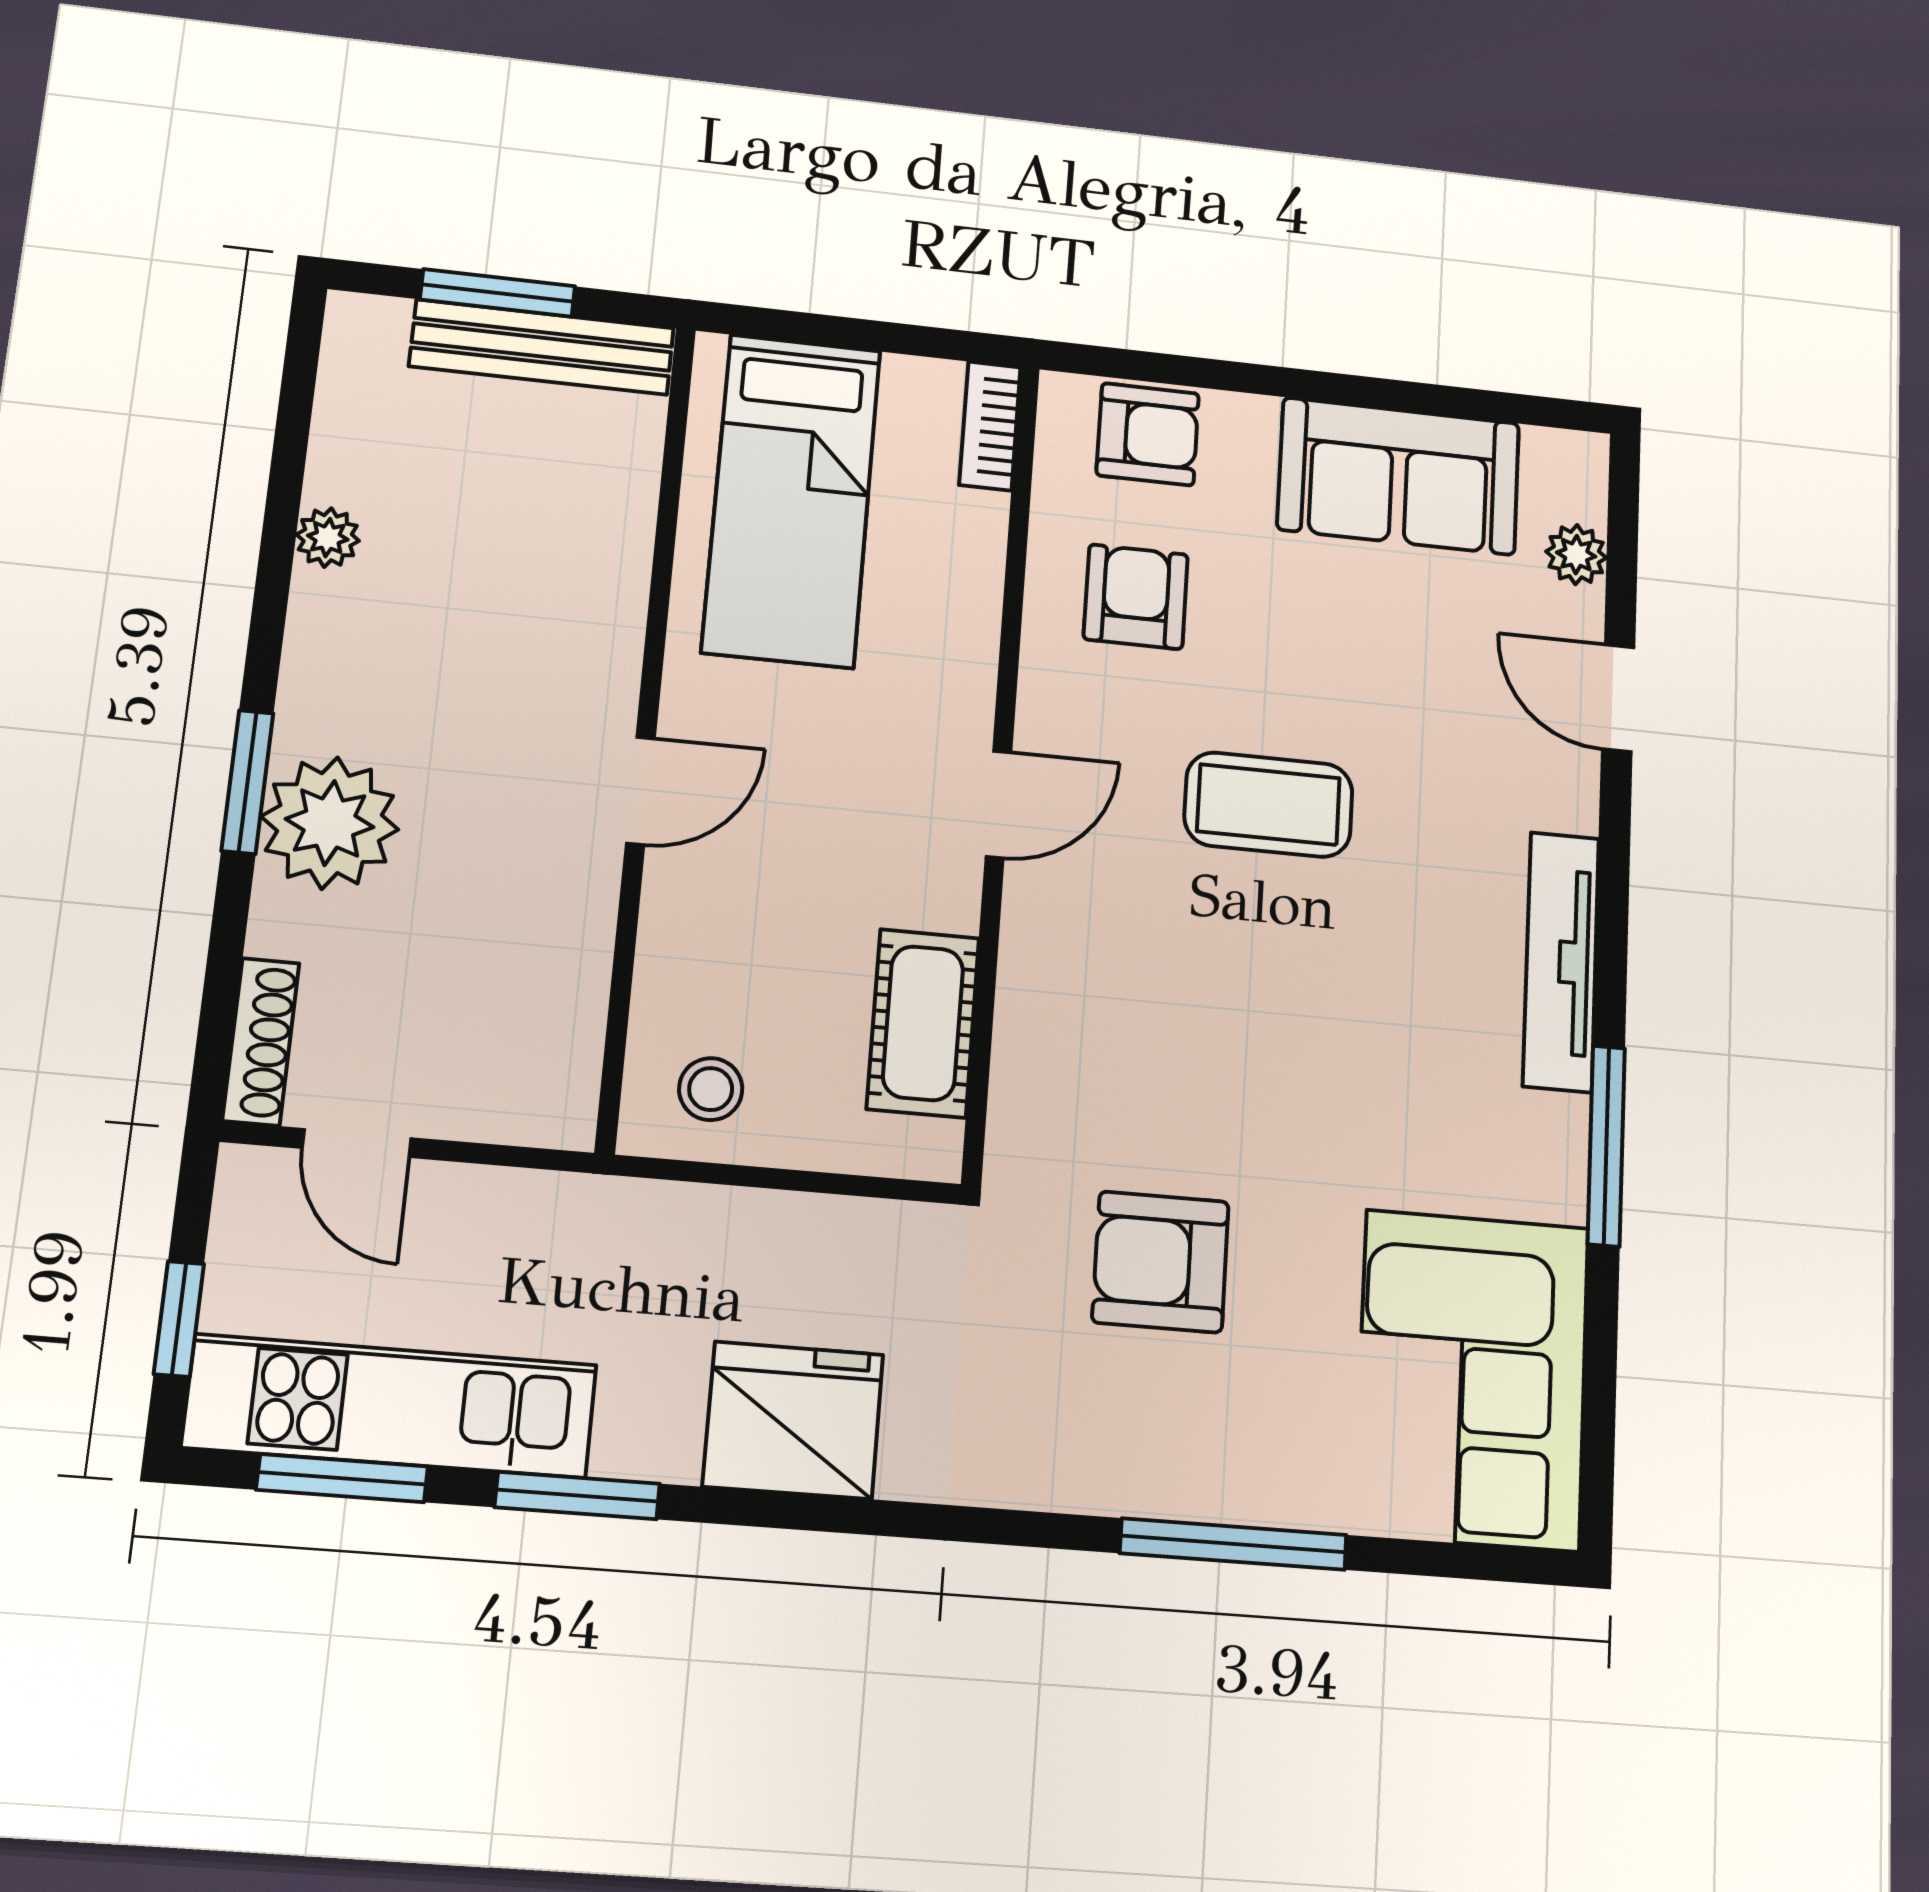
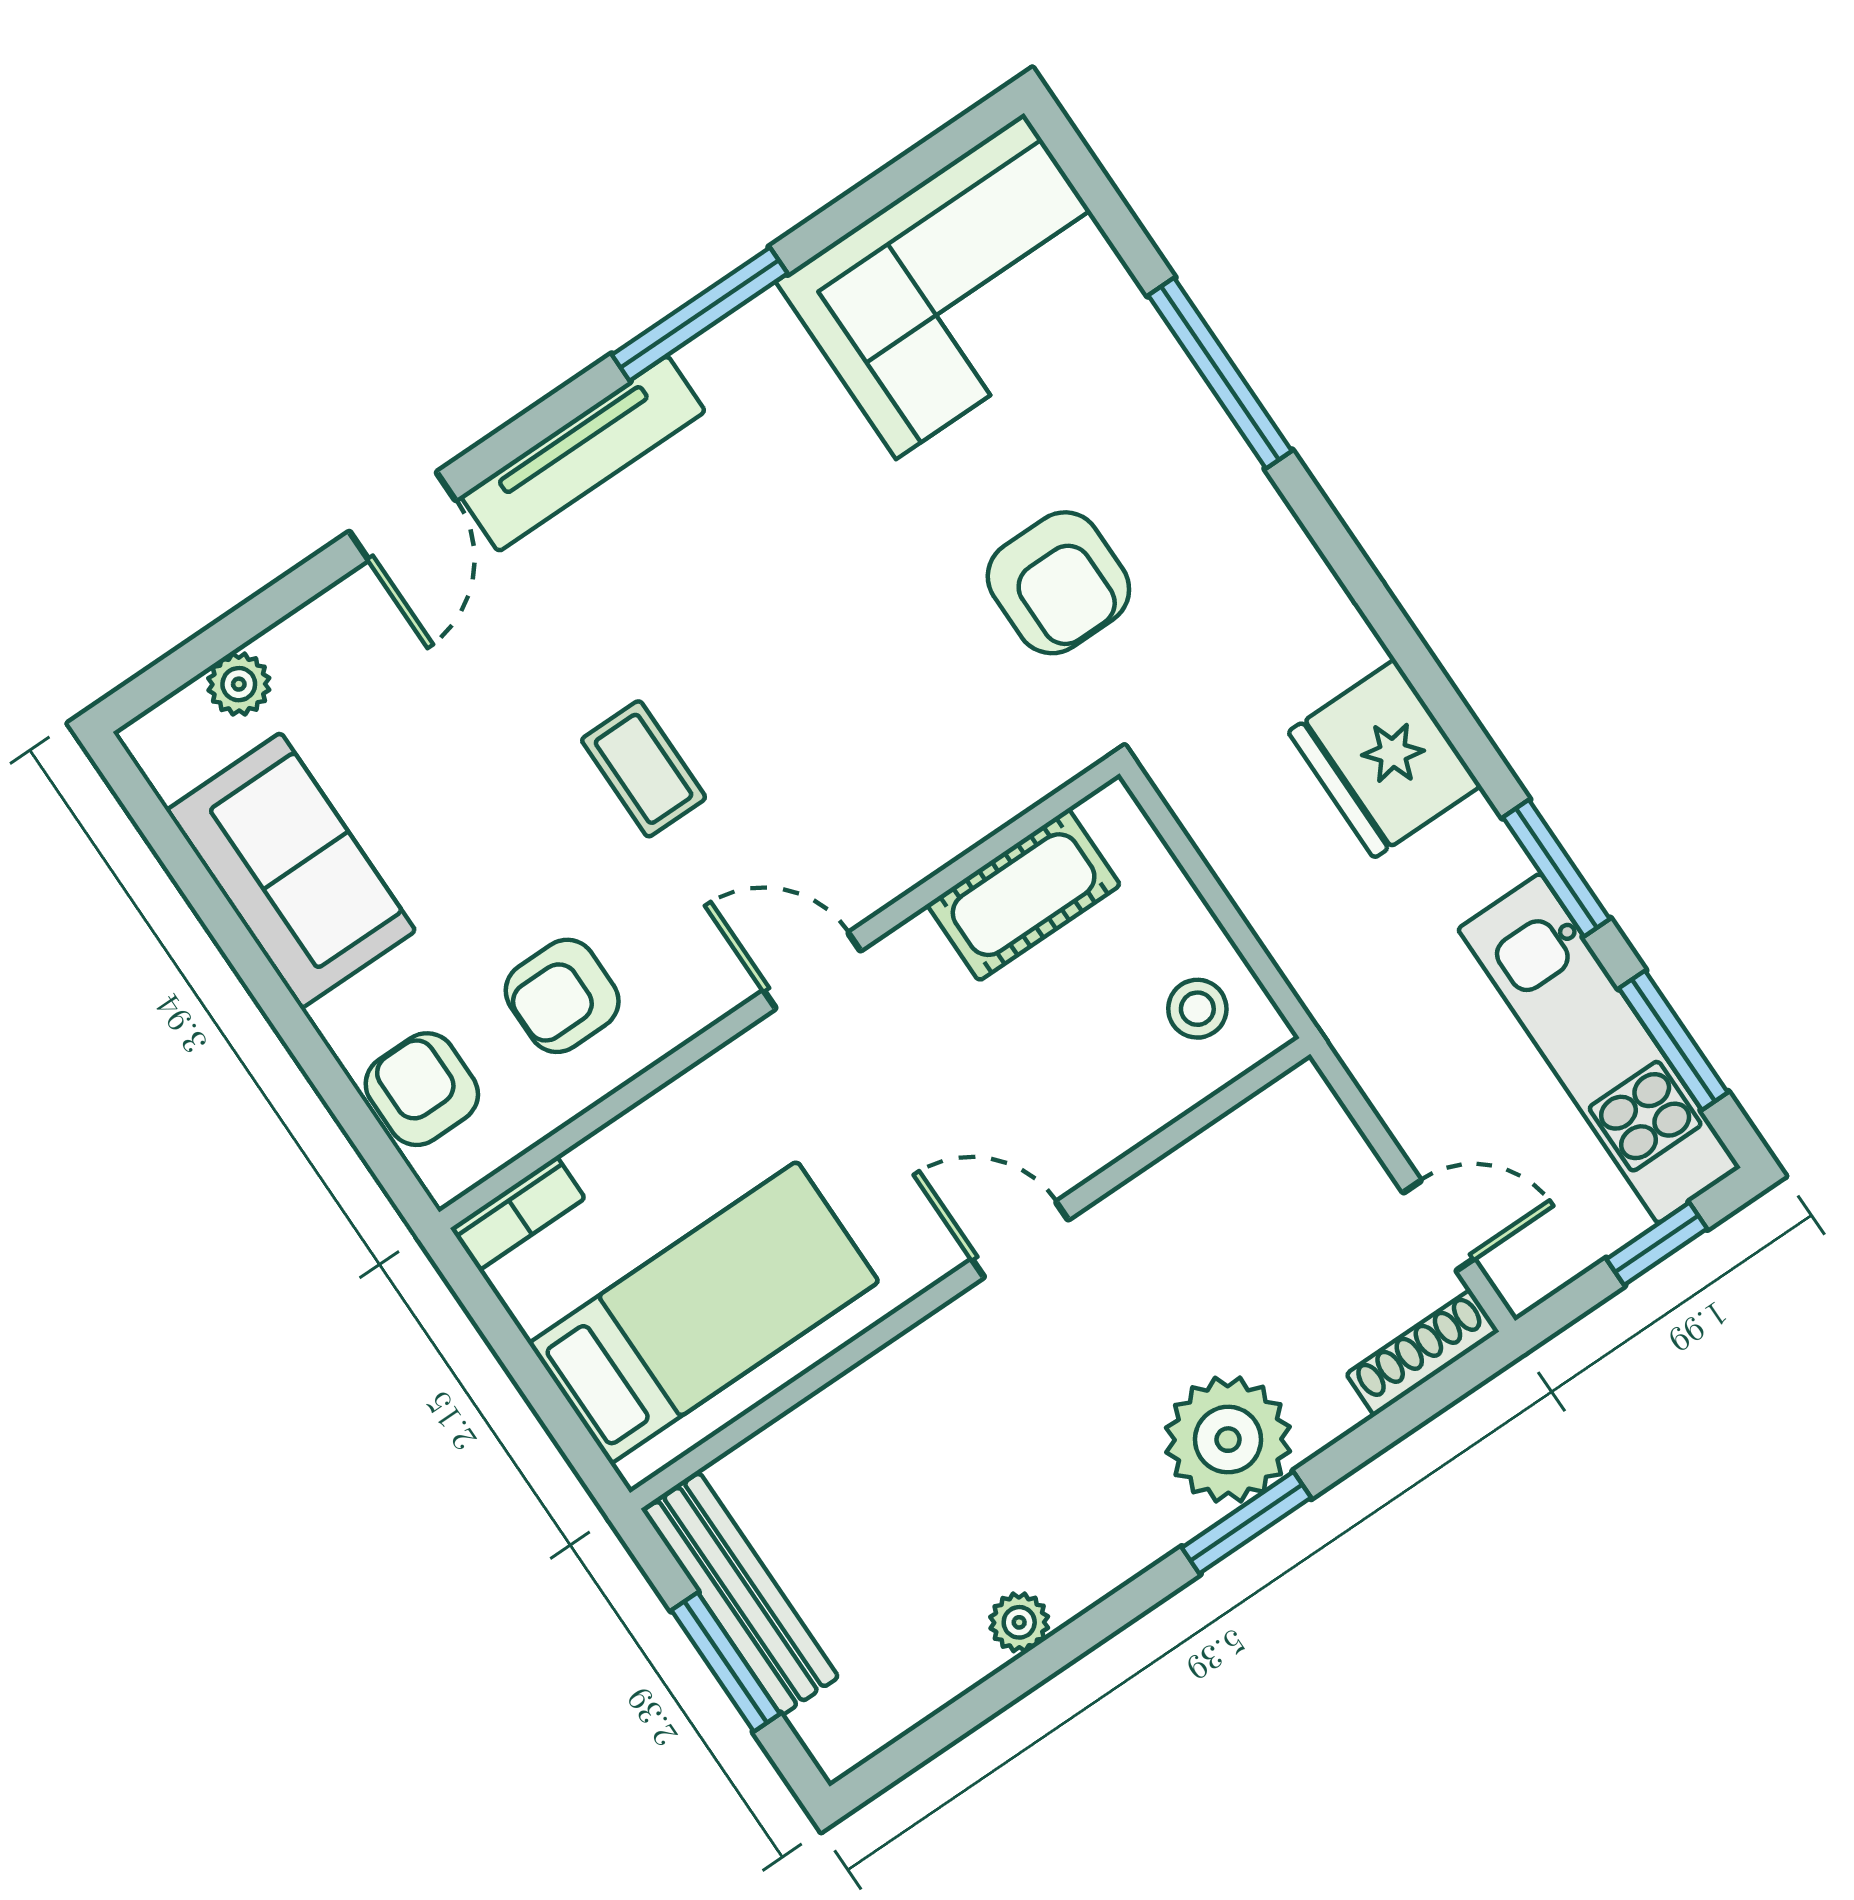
door: (1618, 698) -> (403, 516), moved
coffee table: (1269, 805) -> (644, 769), width x0.73, depth x0.77
door: (357, 1143) -> (1439, 1226), hinge flipped

